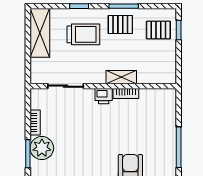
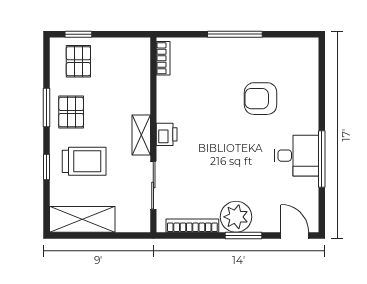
trolley: (83, 34) -> (84, 161), turned 90
shelving: (121, 77) -> (141, 135), moved
bookcase: (126, 94) -> (163, 58), moved
bookcase: (35, 123) -> (192, 226), width x1.56

